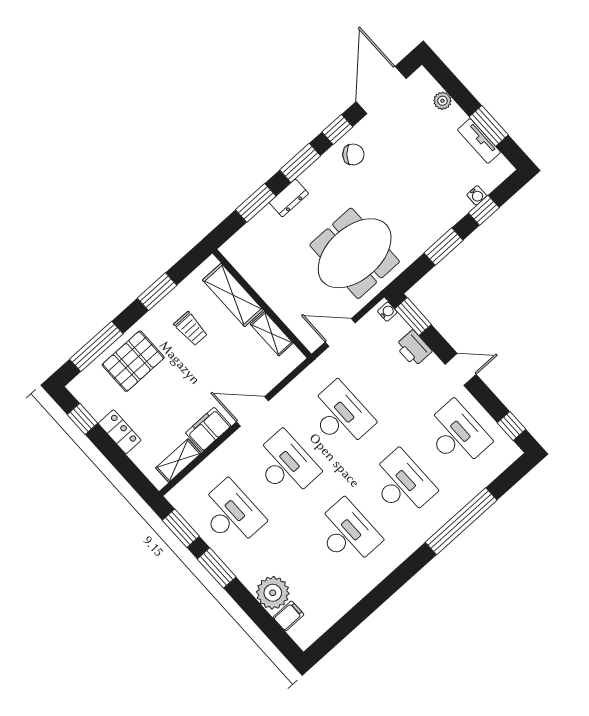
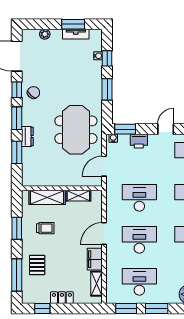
pallet: (133, 361) -> (37, 265), width x0.67, depth x0.71

